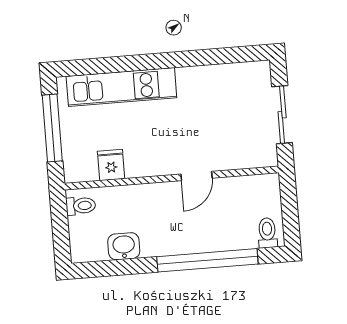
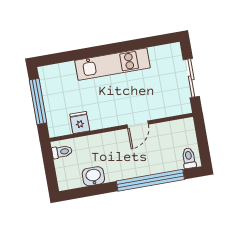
kitchen unit: (121, 87) -> (113, 64), moved

